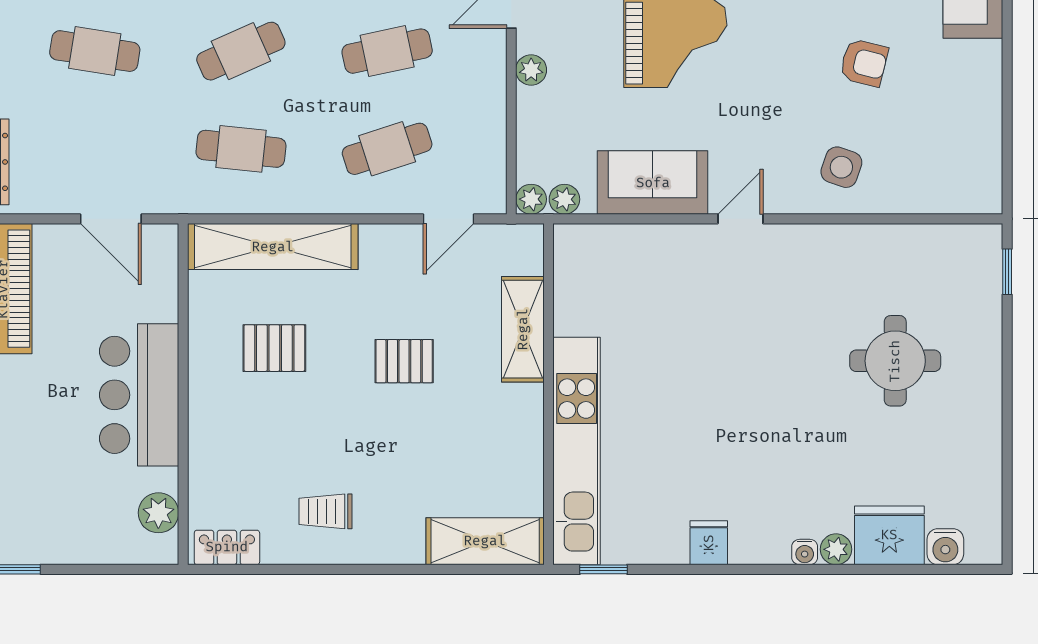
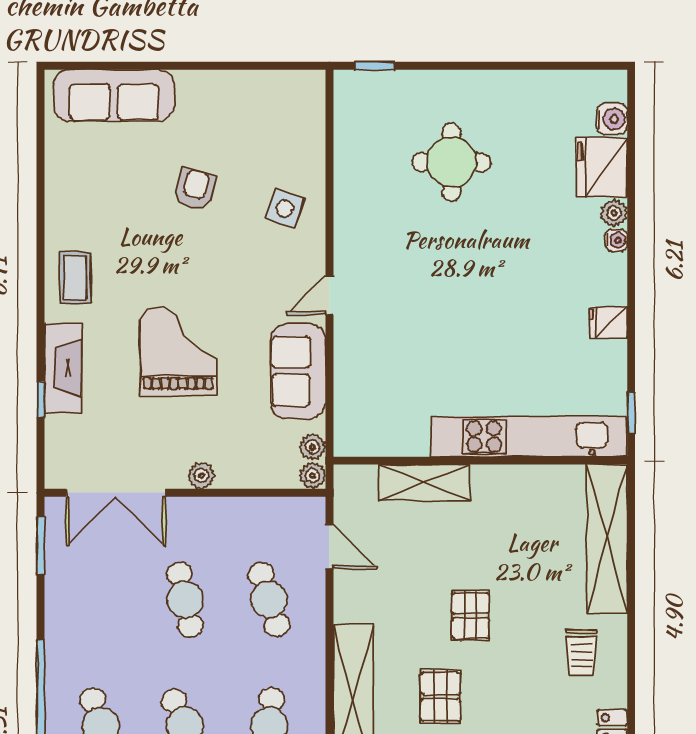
door: (740, 219) -> (329, 295), hinge flipped
pallet: (404, 361) -> (470, 616), moved
shelving: (485, 541) -> (607, 539), width x1.47

